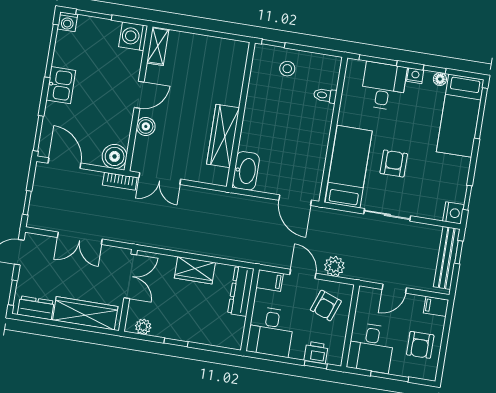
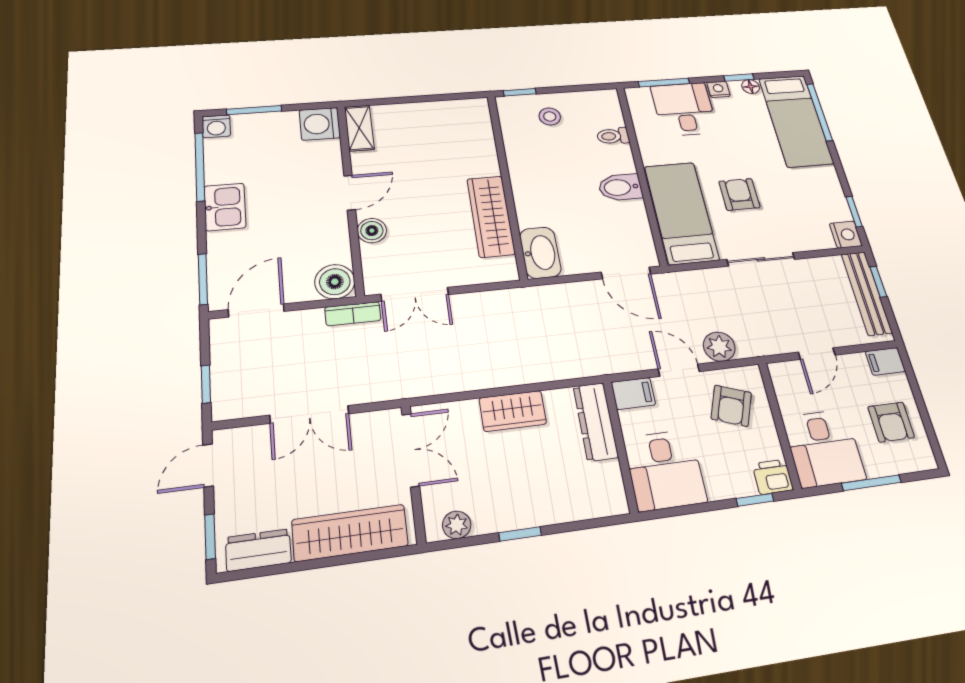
bidet: (315, 137) -> (620, 187), added
door: (65, 163) -> (256, 310), hinge flipped
printer: (316, 352) -> (773, 477), moved

